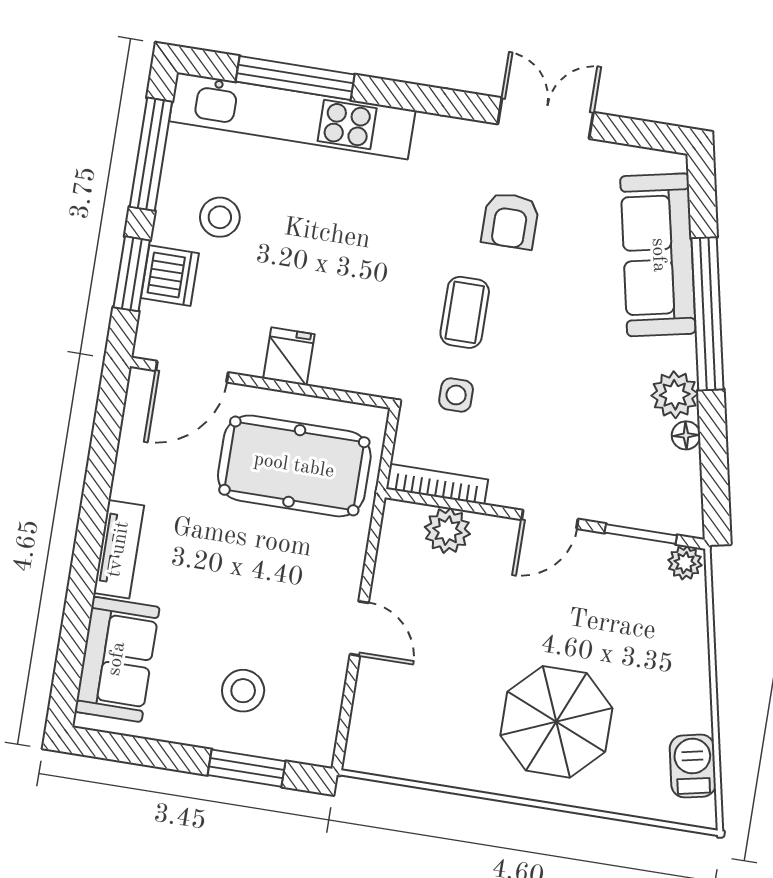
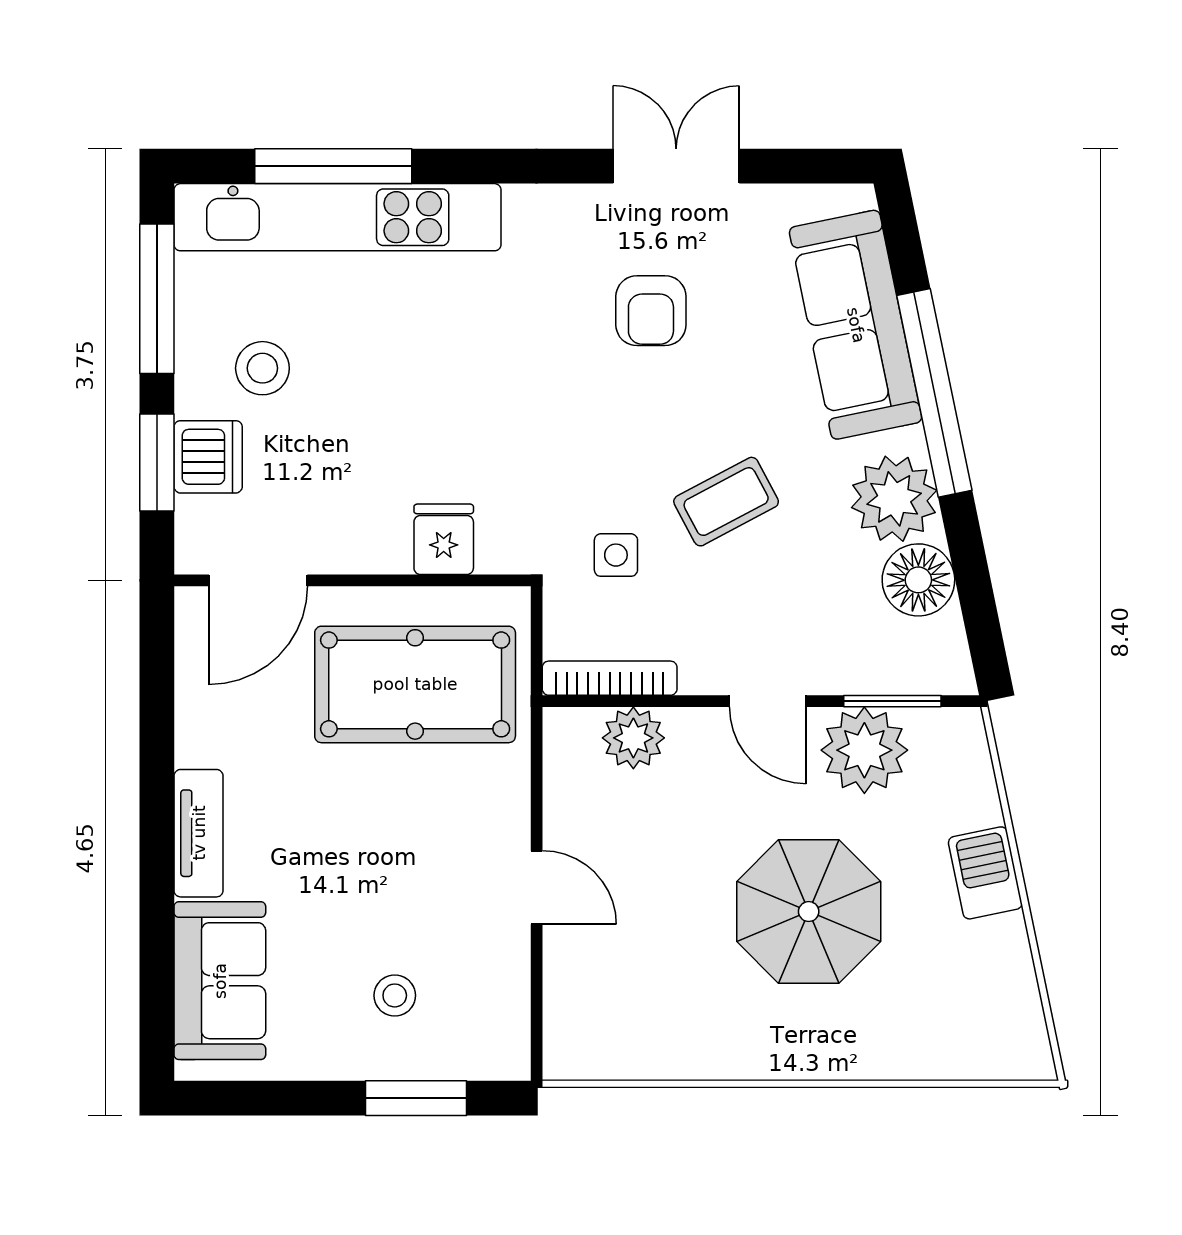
coffee table: (465, 312) -> (726, 502), moved, turned 62
fridge: (289, 356) -> (444, 539), moved
plant: (675, 395) -> (894, 499), width x1.36, depth x1.36
floor lamp: (686, 435) -> (918, 580), width x1.89, depth x1.89
door: (550, 519) -> (768, 701), hinge flipped
plant: (685, 563) -> (864, 750), moved, width x1.88, depth x1.88
stool: (243, 691) -> (395, 995), width x0.73, depth x0.73
parasol: (556, 722) -> (809, 912), moved
barbecue: (693, 766) -> (985, 873), moved

